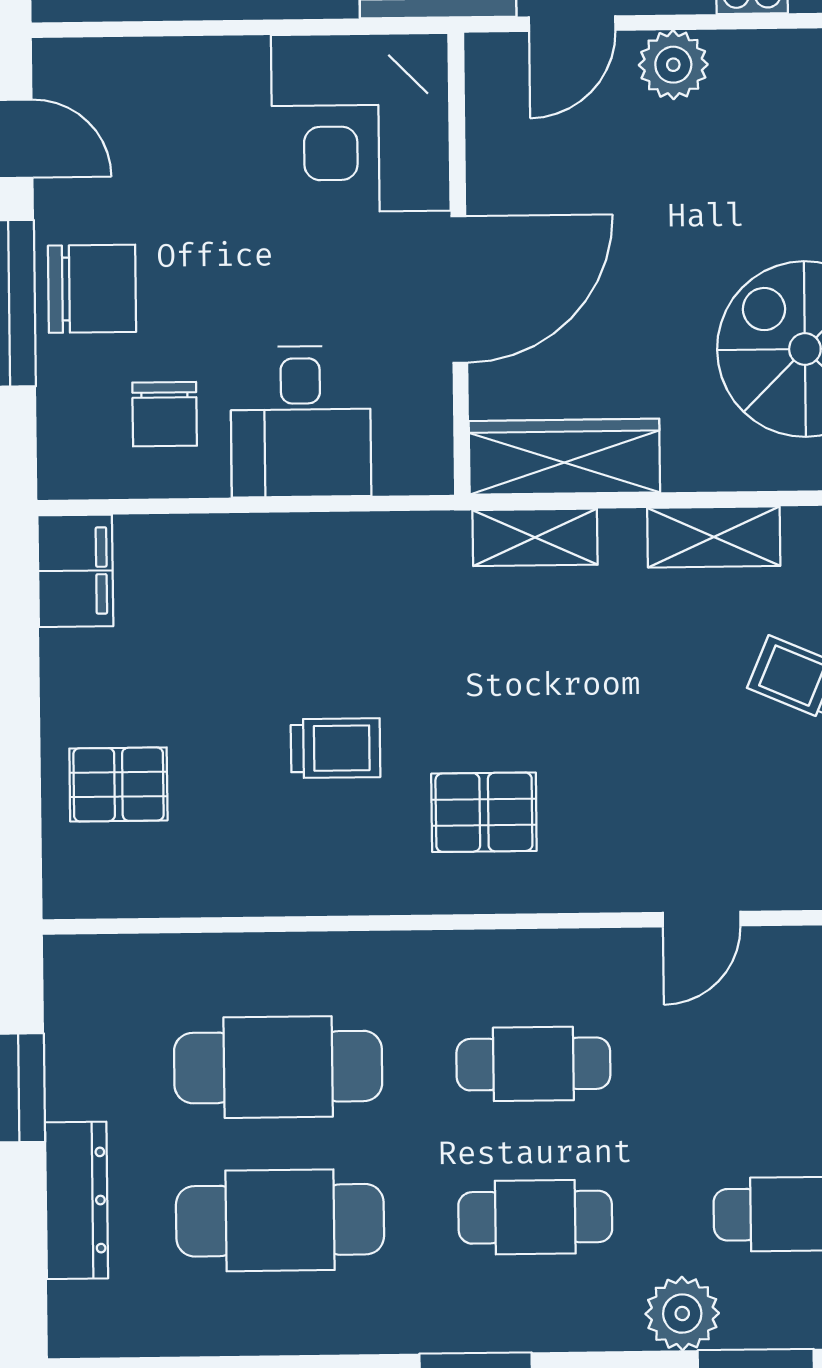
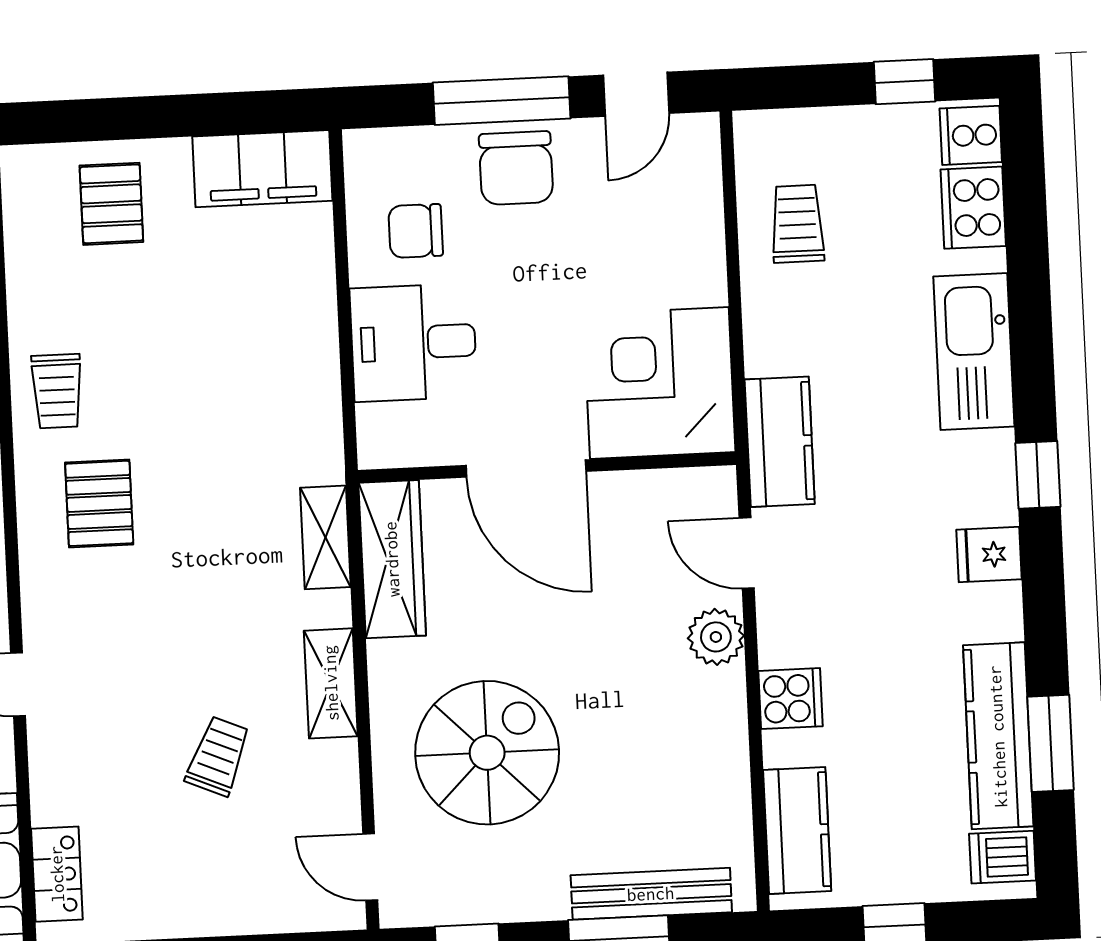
filing cabinet: (75, 571) -> (262, 169), width x1.50, depth x1.17
trolley: (336, 748) -> (57, 391), moved

